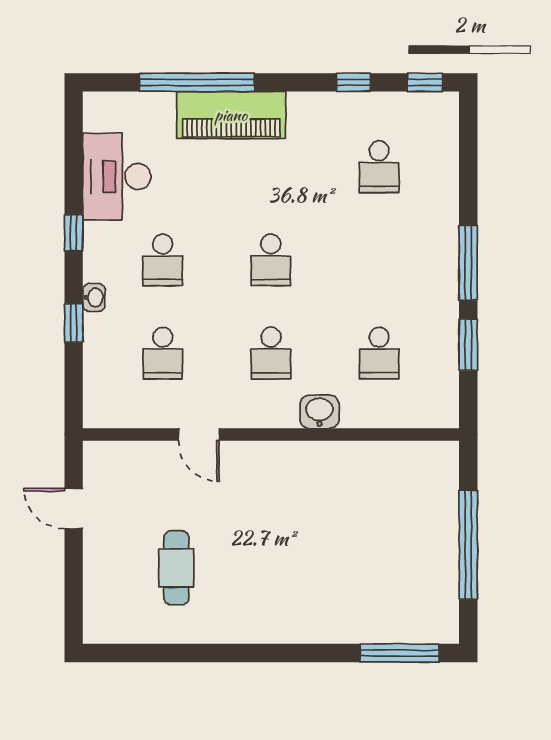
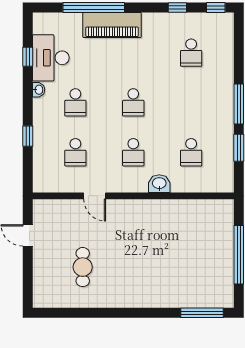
window: (74, 233) -> (28, 57), moved
washbasin: (94, 298) -> (39, 90), moved

